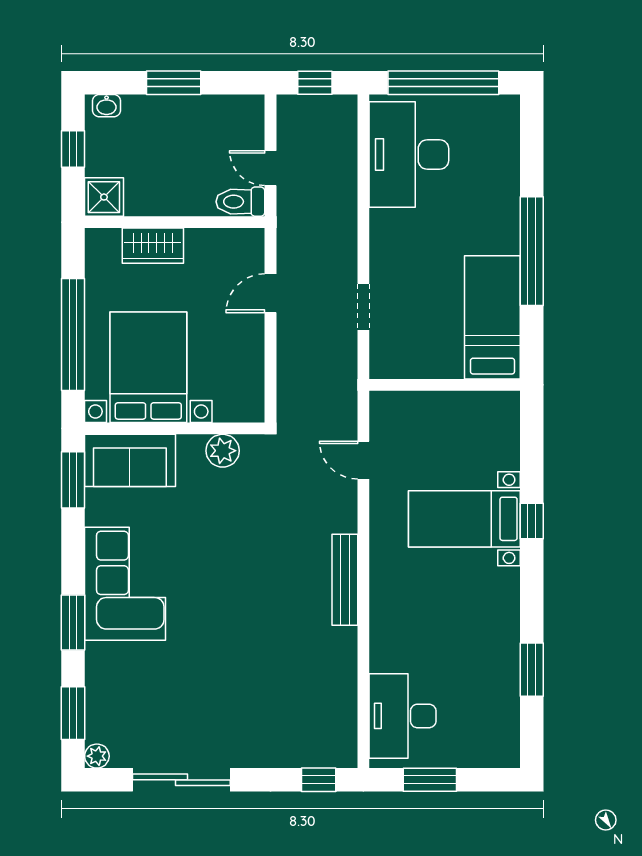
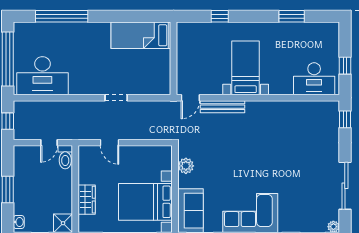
window: (532, 251) -> (62, 16), moved
bed: (492, 317) -> (141, 35), moved
wall: (445, 385) -> (174, 58), moved
bed with nightstands: (464, 519) -> (246, 68), moved, turned 180
bench: (345, 580) -> (223, 107), moved
window: (430, 780) -> (345, 66), width x0.67

